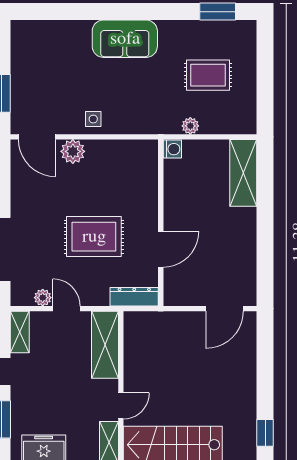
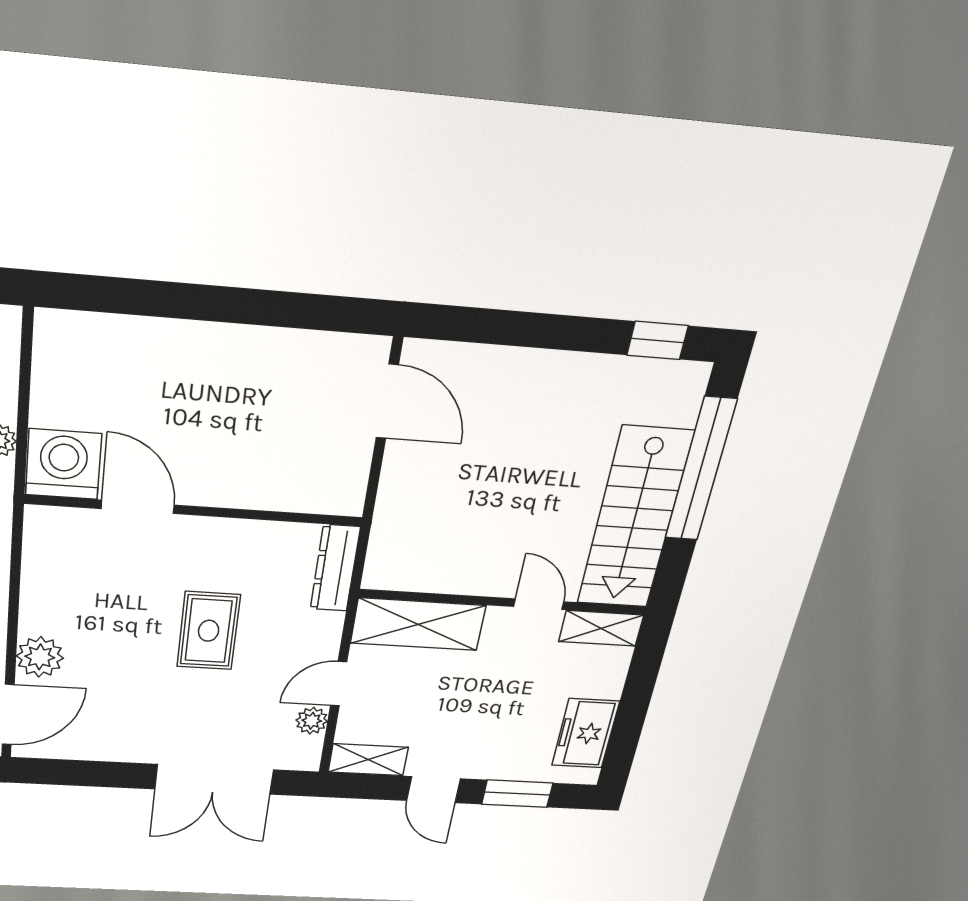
washing machine: (172, 149) -> (63, 464), width x1.89, depth x1.89
shelving: (243, 173) -> (106, 341), removed
rug: (94, 237) -> (209, 631), width x0.73, depth x0.70
door: (161, 249) -> (138, 507), moved

